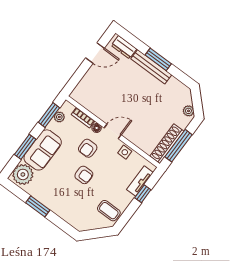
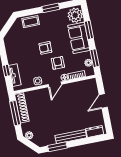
door: (95, 53) -> (103, 101), moved
window: (158, 59) -> (57, 147), moved
coffee table: (109, 211) -> (31, 22), moved

